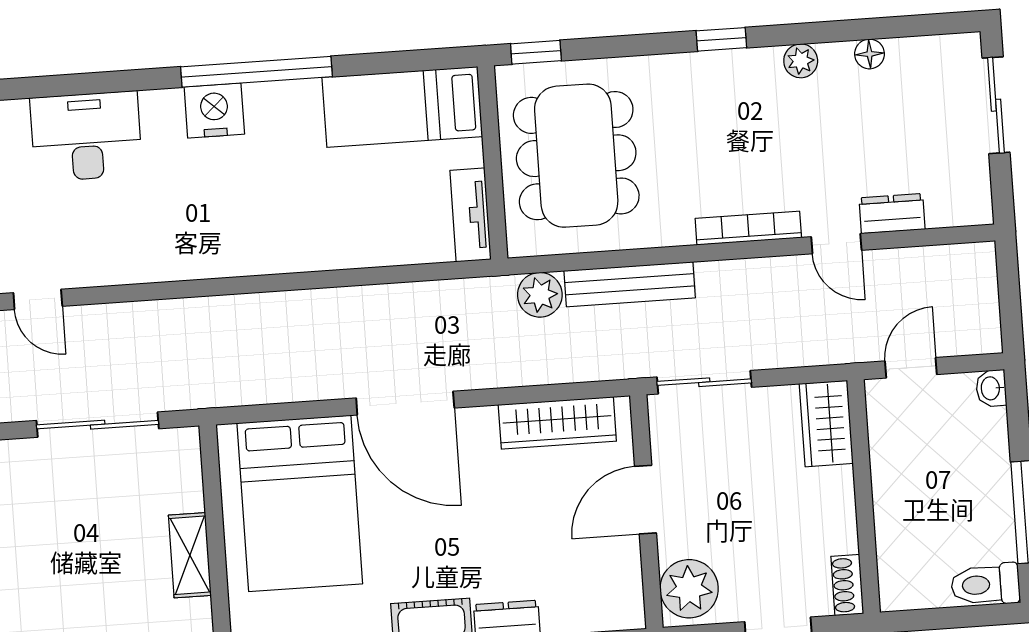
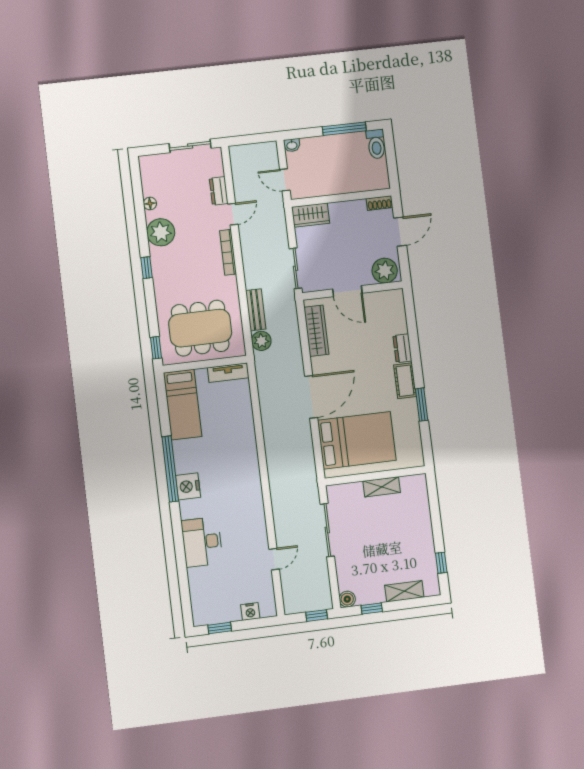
plant: (801, 61) -> (161, 232), width x1.88, depth x1.88
sliding door: (996, 105) -> (190, 146), moved
bench: (630, 284) -> (256, 310), width x0.73

